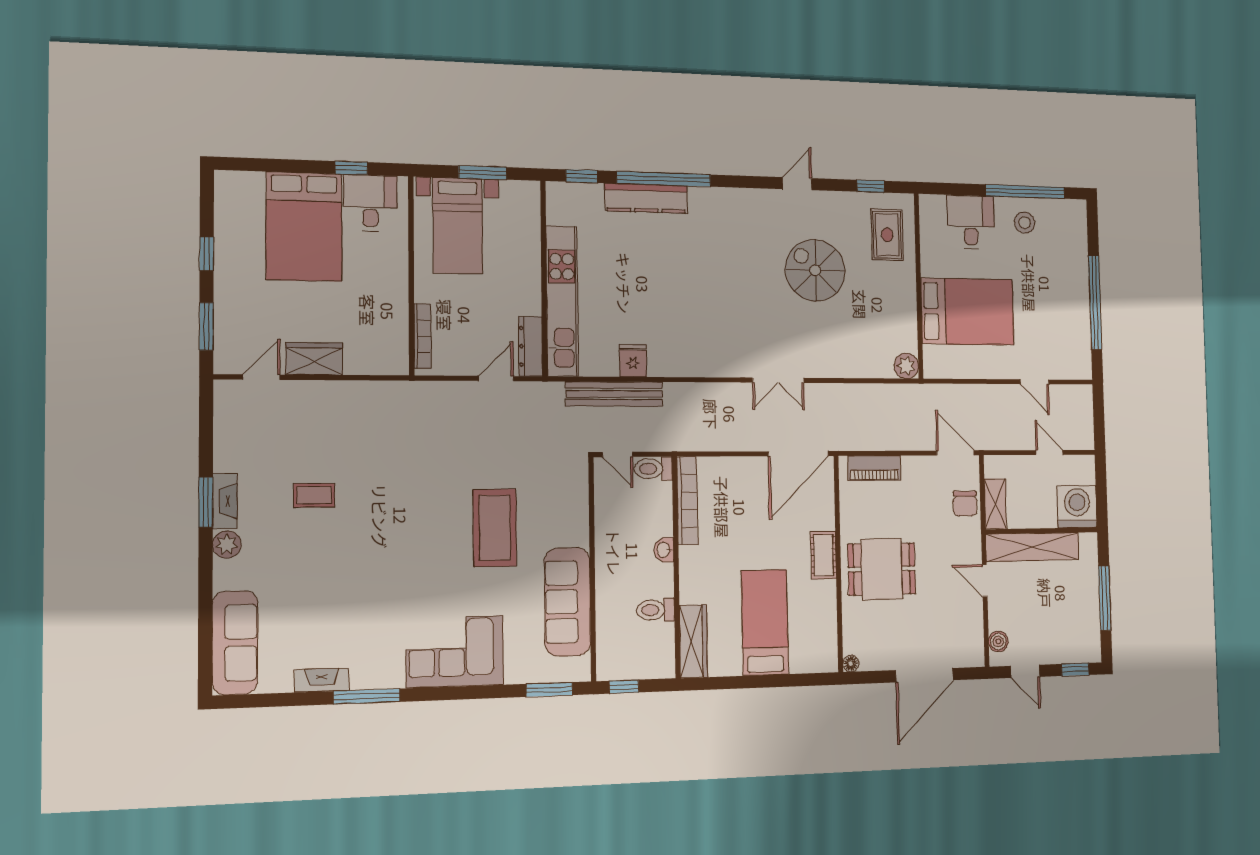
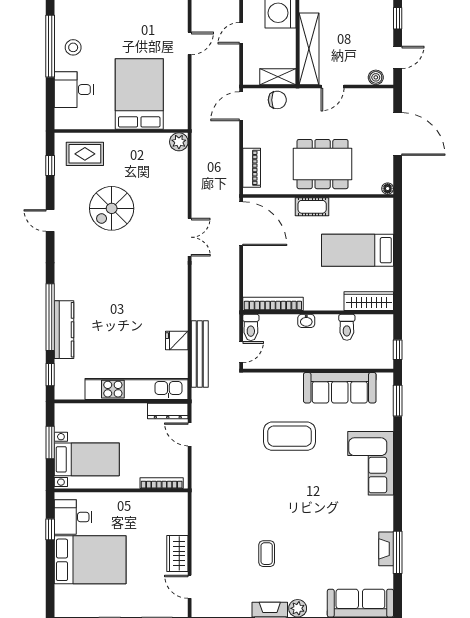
dining table: (882, 569) -> (323, 164), width x1.38
window: (367, 696) -> (398, 552), moved

